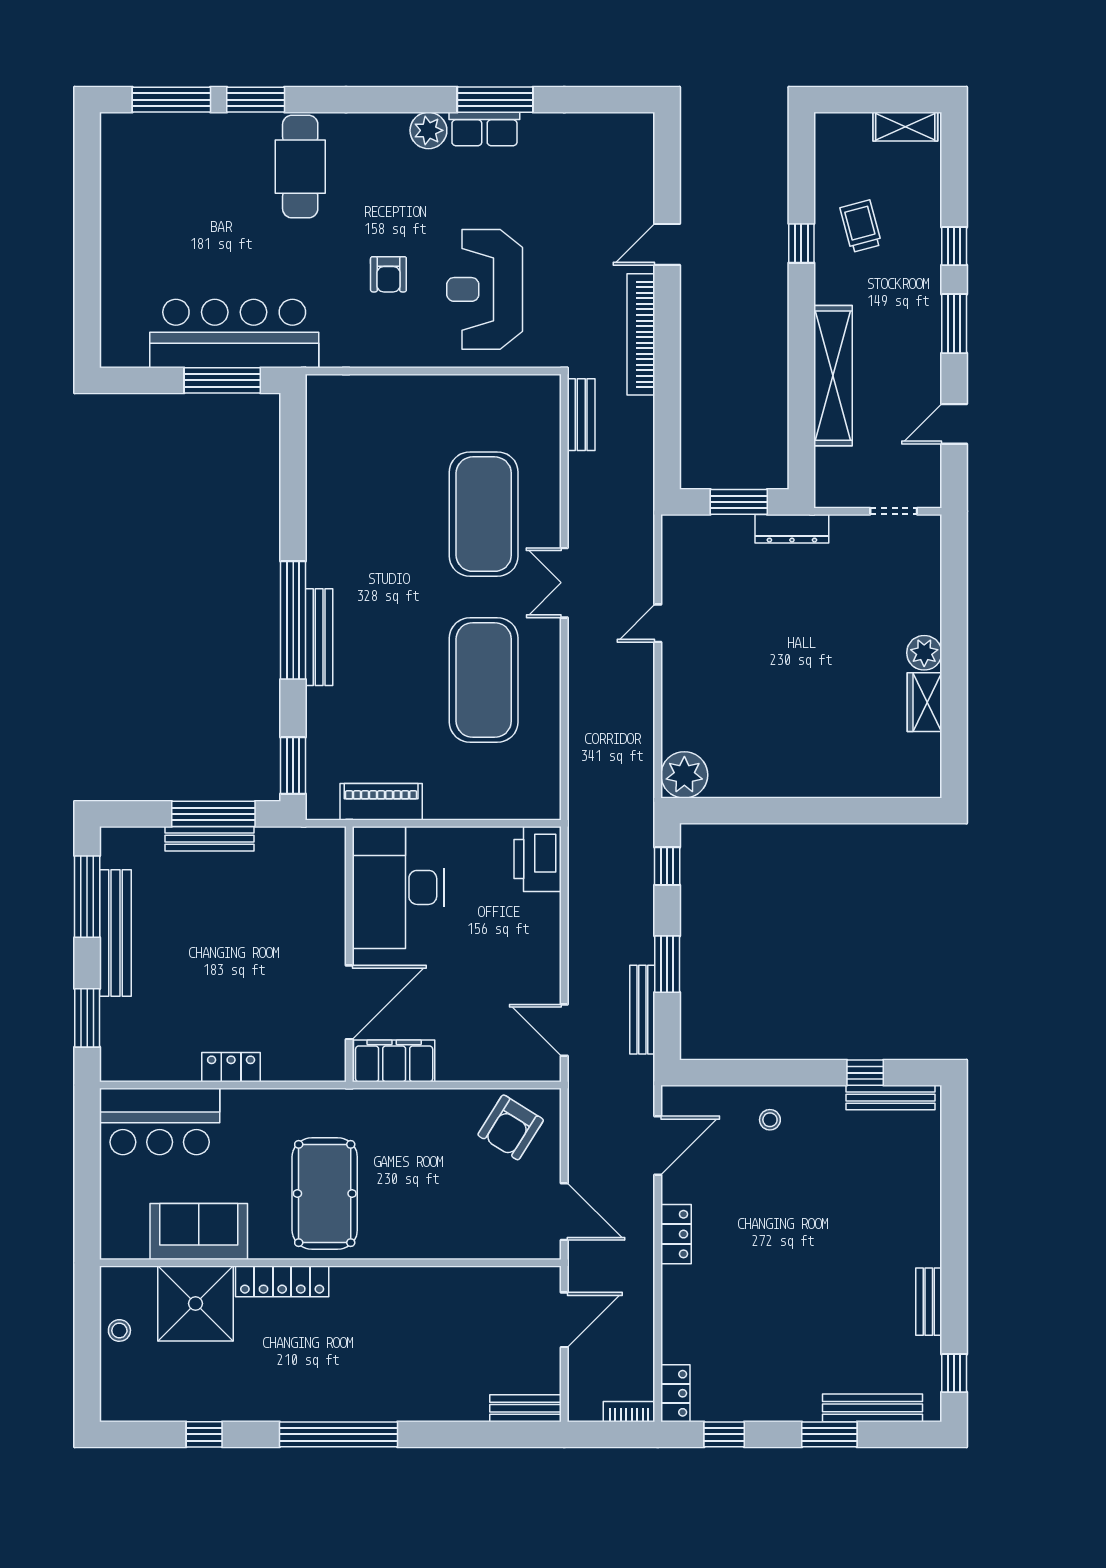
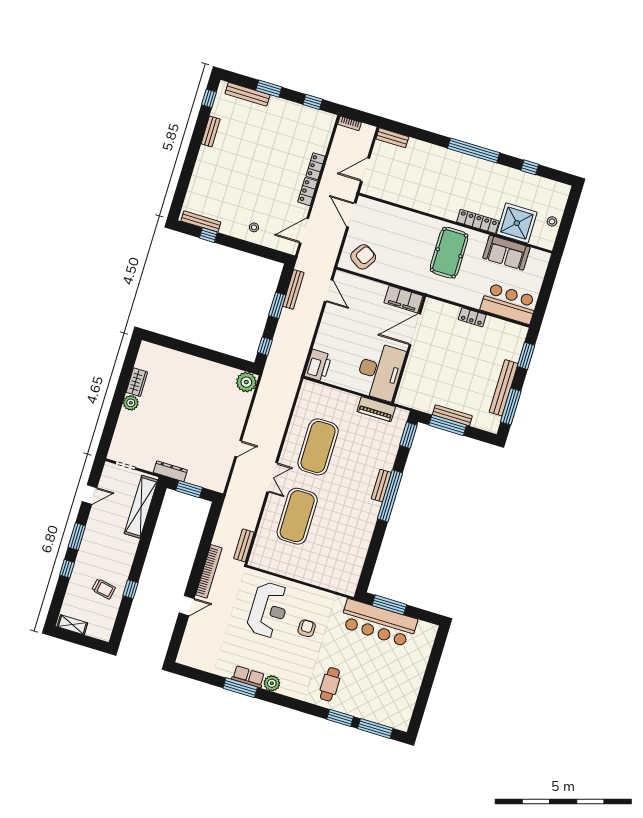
cafe table: (300, 167) -> (330, 684), width x0.73, depth x0.74
trolley: (861, 226) -> (104, 589), turned -64
shelving: (833, 376) -> (141, 507), moved
bench: (319, 637) -> (381, 486), width x0.73
locker: (675, 1393) -> (315, 166), moved

